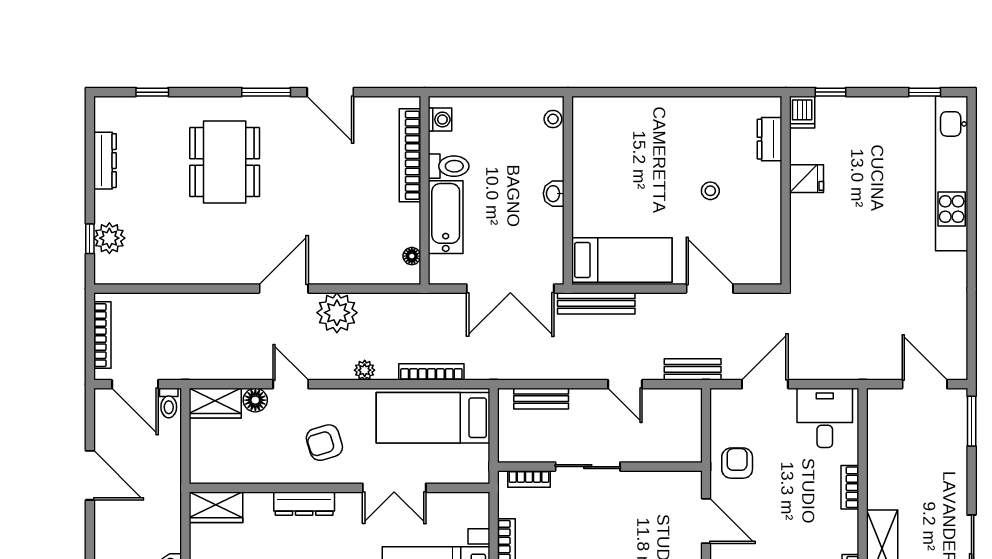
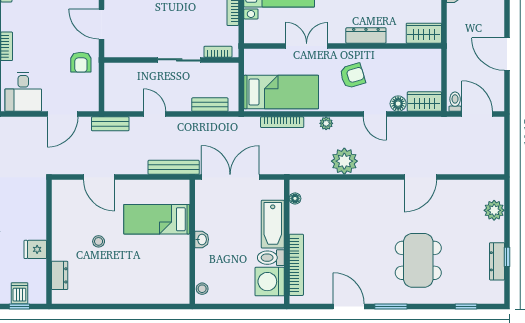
dishwasher: (802, 112) -> (19, 293), moved
washing machine: (440, 120) -> (270, 282), width x1.89, depth x1.89
window: (90, 239) -> (507, 257), moved
bed: (622, 260) -> (157, 219), moved
door: (284, 289) -> (420, 177), moved
bookcase: (102, 335) -> (499, 146), removed

